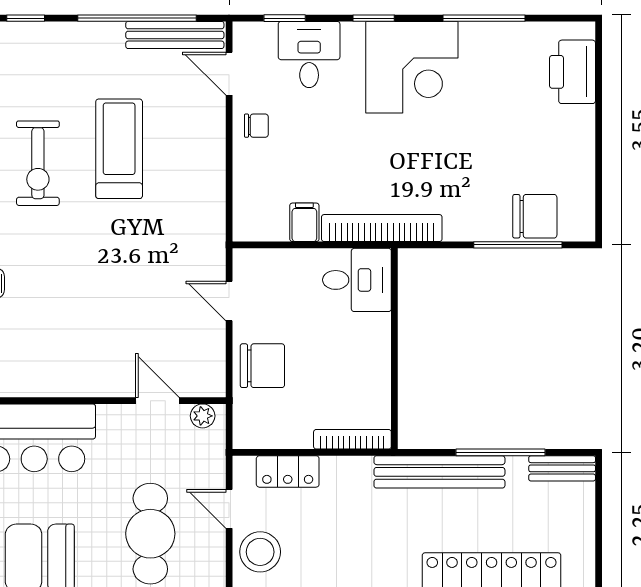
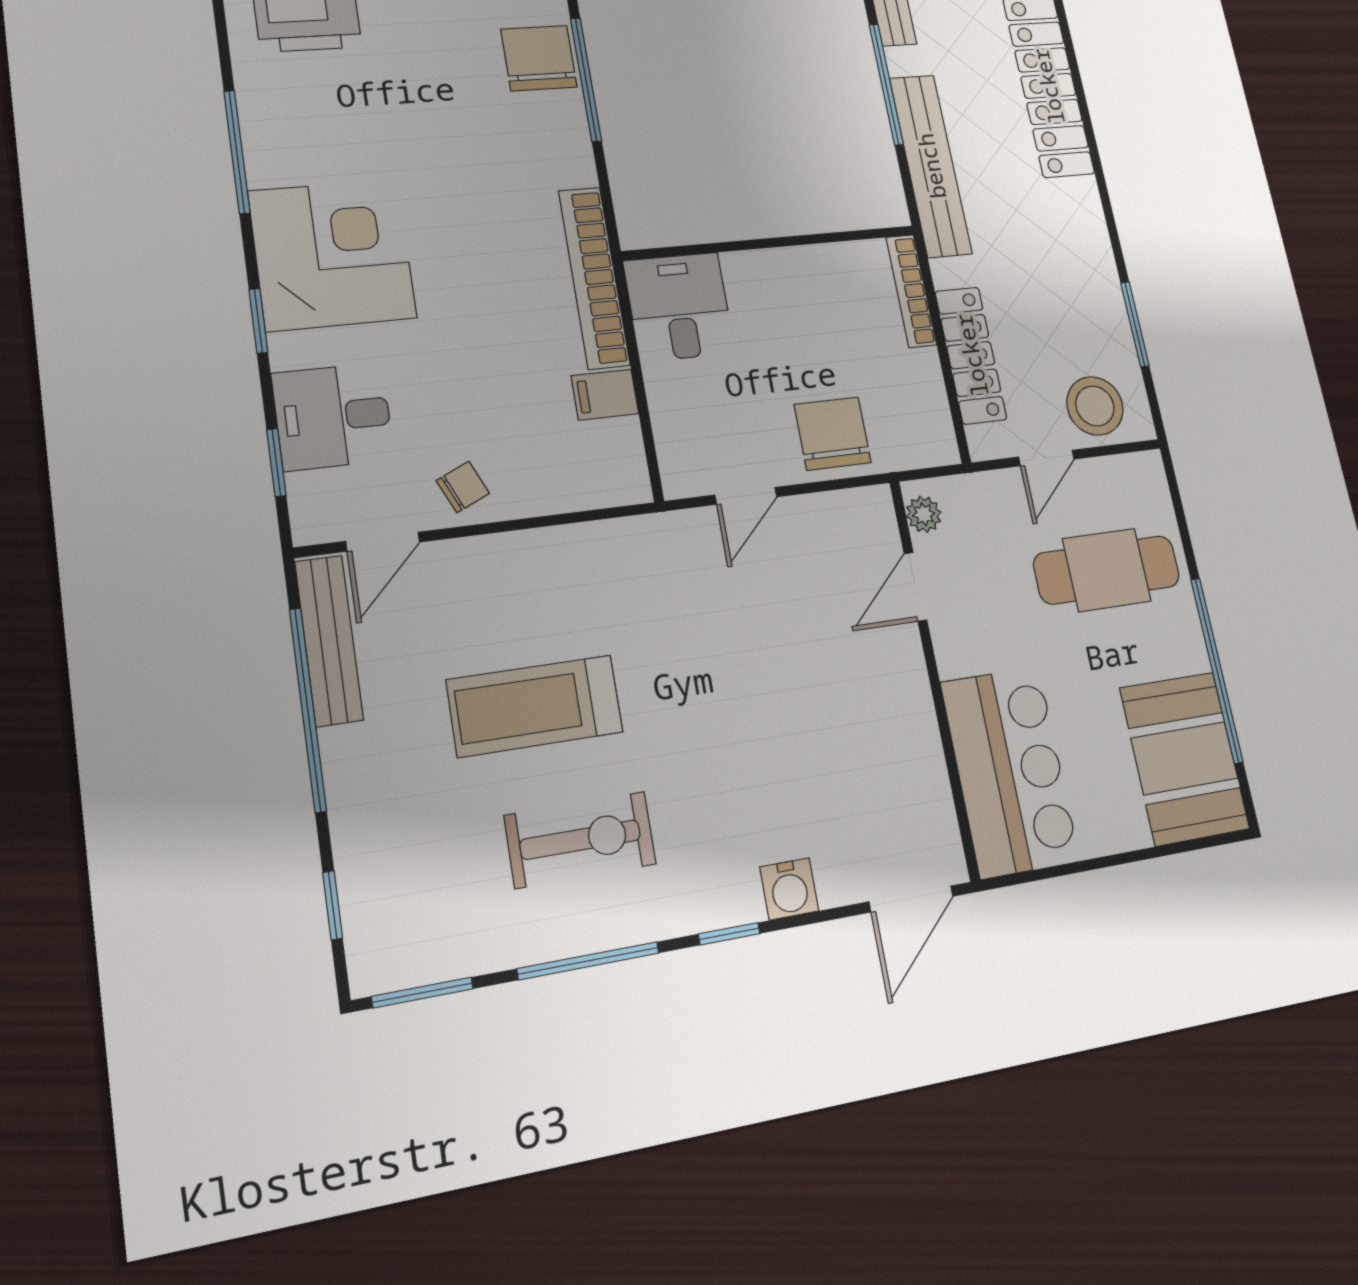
chair: (256, 126) -> (463, 487), turned 66
locker: (288, 471) -> (971, 355), width x1.53

